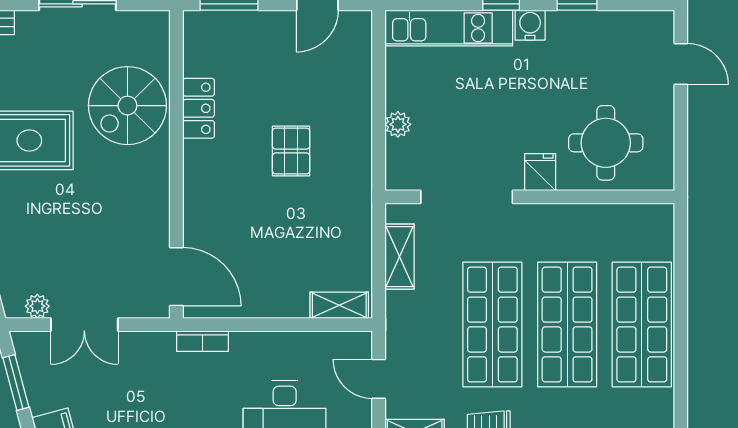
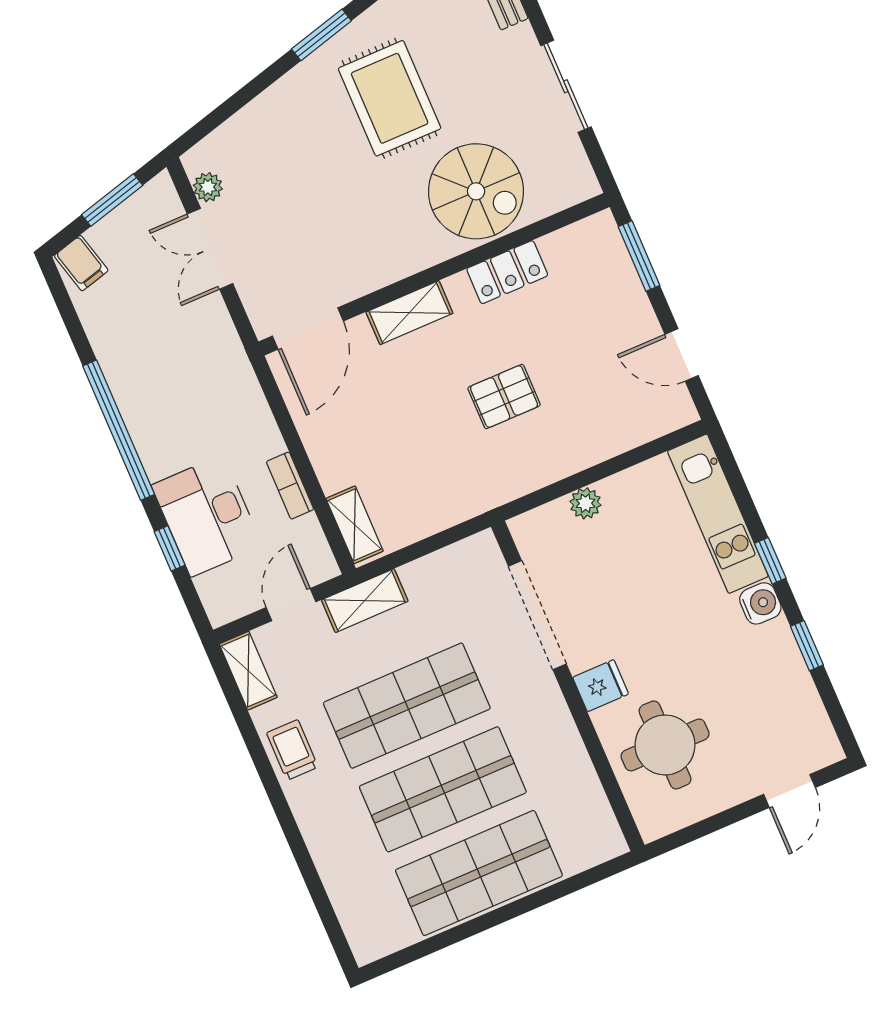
spiral stairs: (127, 106) -> (476, 191), turned 180
shelving: (197, 195) -> (409, 313), added
shelving: (400, 257) -> (365, 601), moved
bookcase: (202, 341) -> (290, 486), moved

